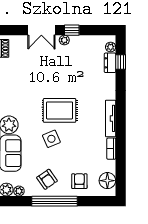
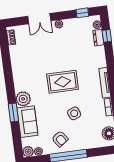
window: (72, 30) -> (82, 13), moved
side table: (51, 139) -> (74, 113), moved
armchair: (79, 181) -> (86, 137), removed

